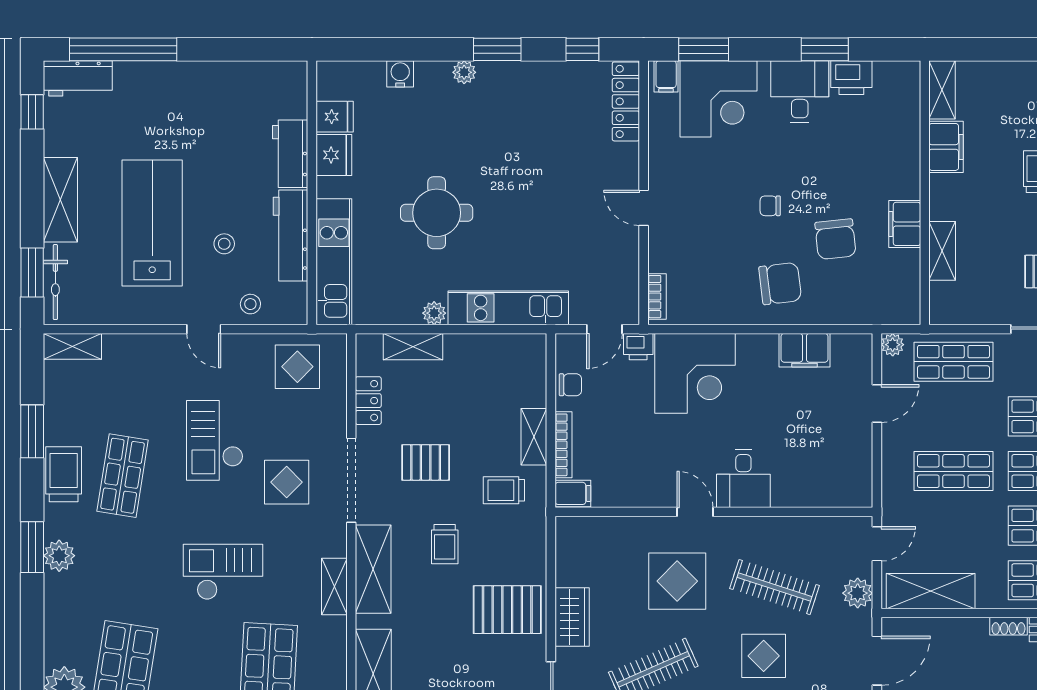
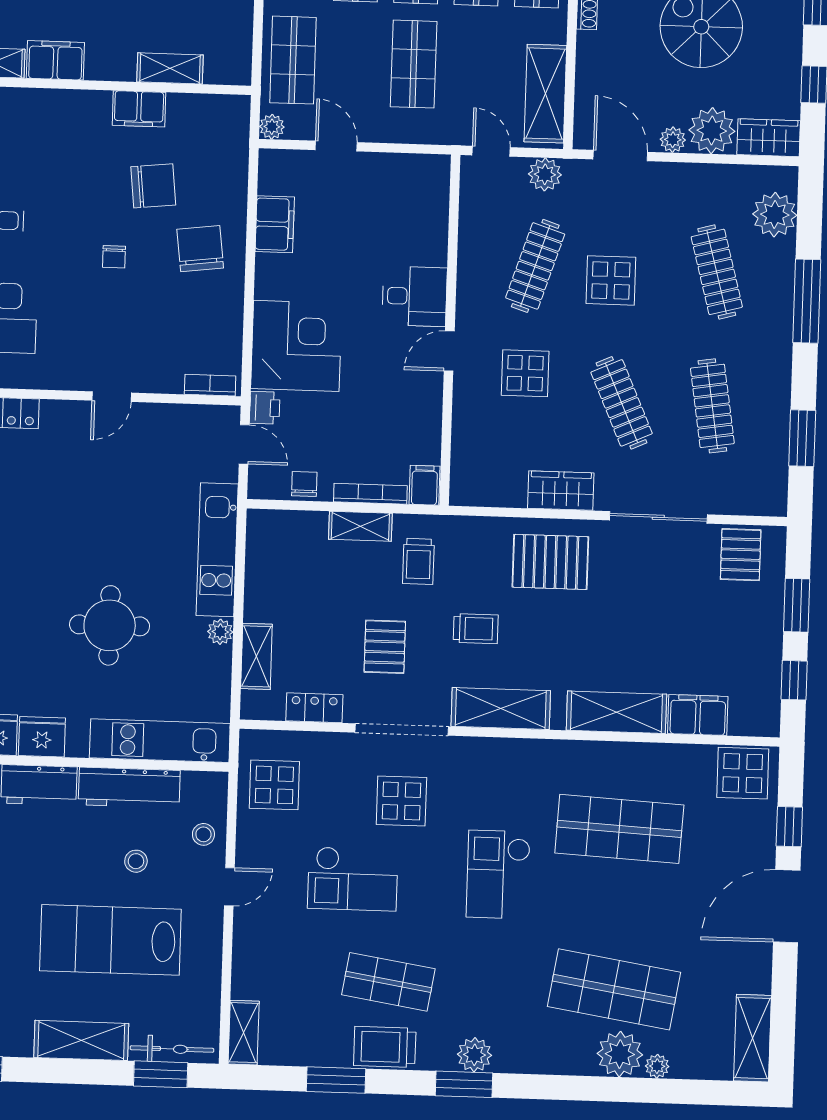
display table: (677, 581) -> (525, 373), width x0.73, depth x0.73
shelving: (334, 587) -> (519, 752), removed
pallet: (507, 610) -> (550, 562), turned 90

